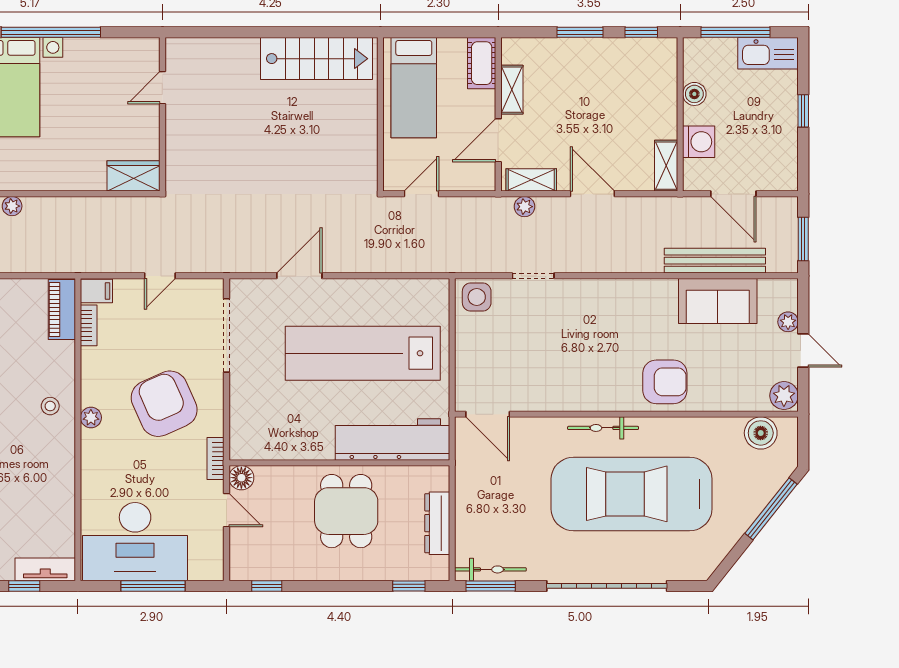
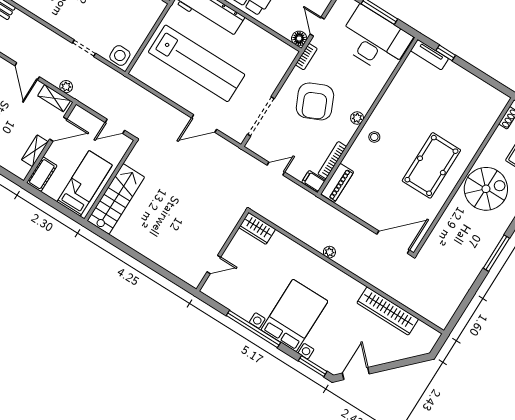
stairs: (316, 59) -> (116, 199), moved, turned 90
bookcase: (89, 325) -> (332, 160), width x1.56

